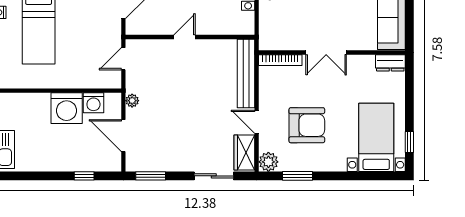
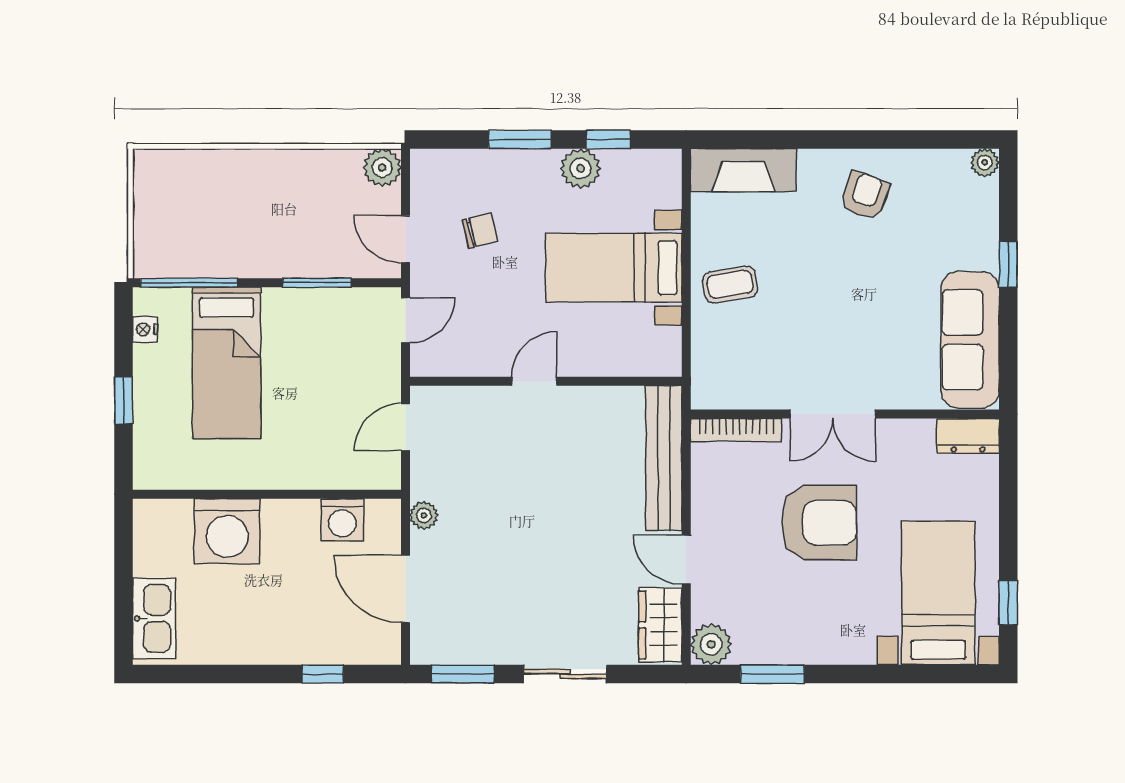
washing machine: (67, 108) -> (227, 531), moved
armchair: (307, 125) -> (819, 523), moved
sliding door: (214, 176) -> (565, 674), moved

